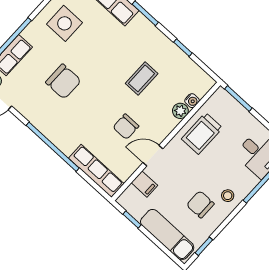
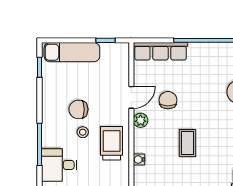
plant: (180, 111) -> (141, 120), moved
filing cabinet: (144, 184) -> (119, 73), removed
stool: (228, 196) -> (83, 132), moved
chair: (200, 204) -> (78, 109), moved, turned 180

